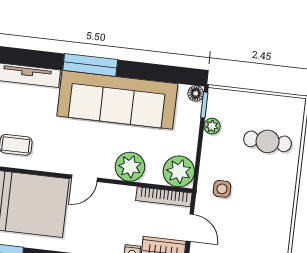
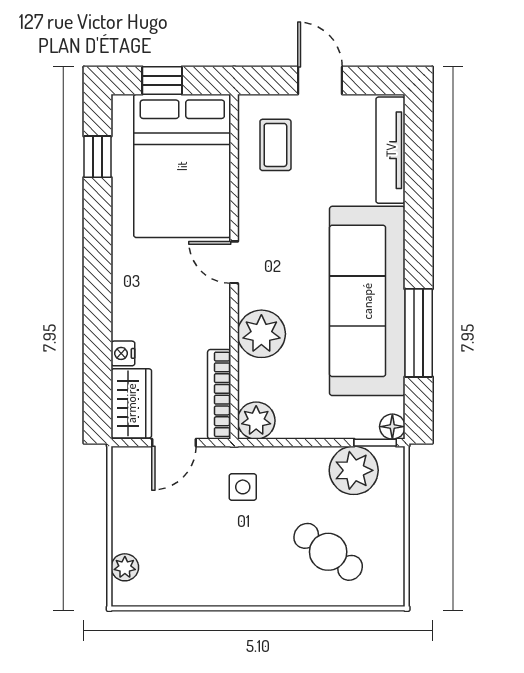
window: (90, 65) -> (419, 333), moved
plant: (212, 126) -> (354, 470), width x1.88, depth x1.88
cafe table: (268, 141) -> (328, 552), turned -56
plant: (179, 171) -> (256, 421), width x0.73, depth x0.73

